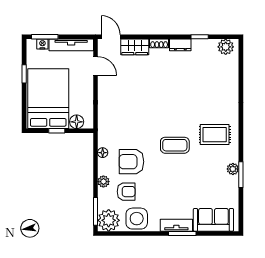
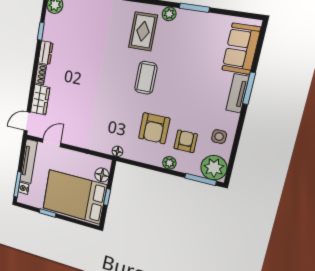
floor lamp: (103, 153) -> (117, 151), moved
plant: (233, 169) -> (169, 14), moved
side table: (137, 219) -> (219, 137), width x0.54, depth x0.54

